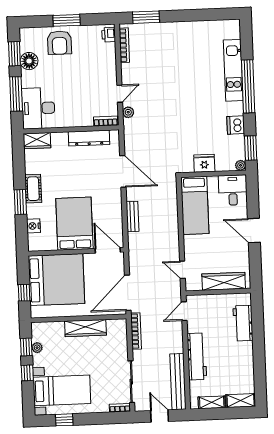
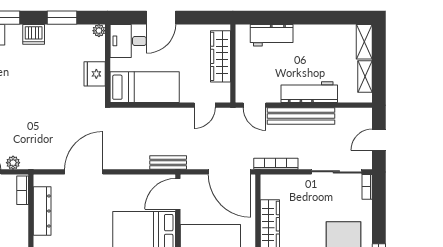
fridge: (204, 163) -> (95, 74), moved
plant: (241, 165) -> (99, 31), moved
wall: (213, 174) -> (108, 63), moved
desk: (233, 190) -> (128, 41), moved
bed: (195, 205) -> (145, 87), moved
bench: (133, 217) -> (168, 163), moved
bench: (178, 382) -> (301, 116), moved

